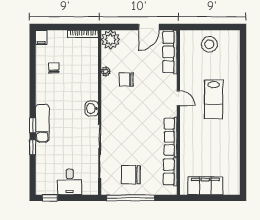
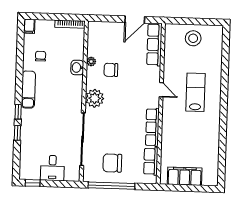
plant: (110, 40) -> (95, 98), moved
lab bench: (214, 99) -> (195, 92), turned 180
washbasin: (92, 109) -> (77, 68), moved
exam couch: (42, 123) -> (28, 90), moved

